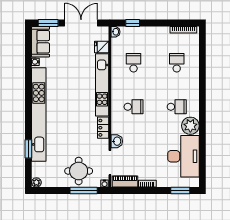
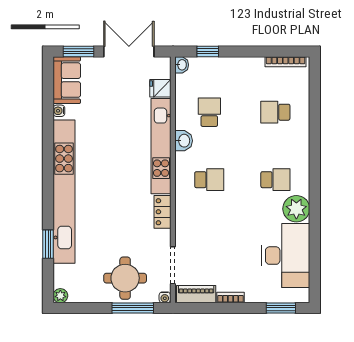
school desk: (177, 63) -> (275, 112), turned -90
washbasin: (117, 141) -> (184, 141), moved

